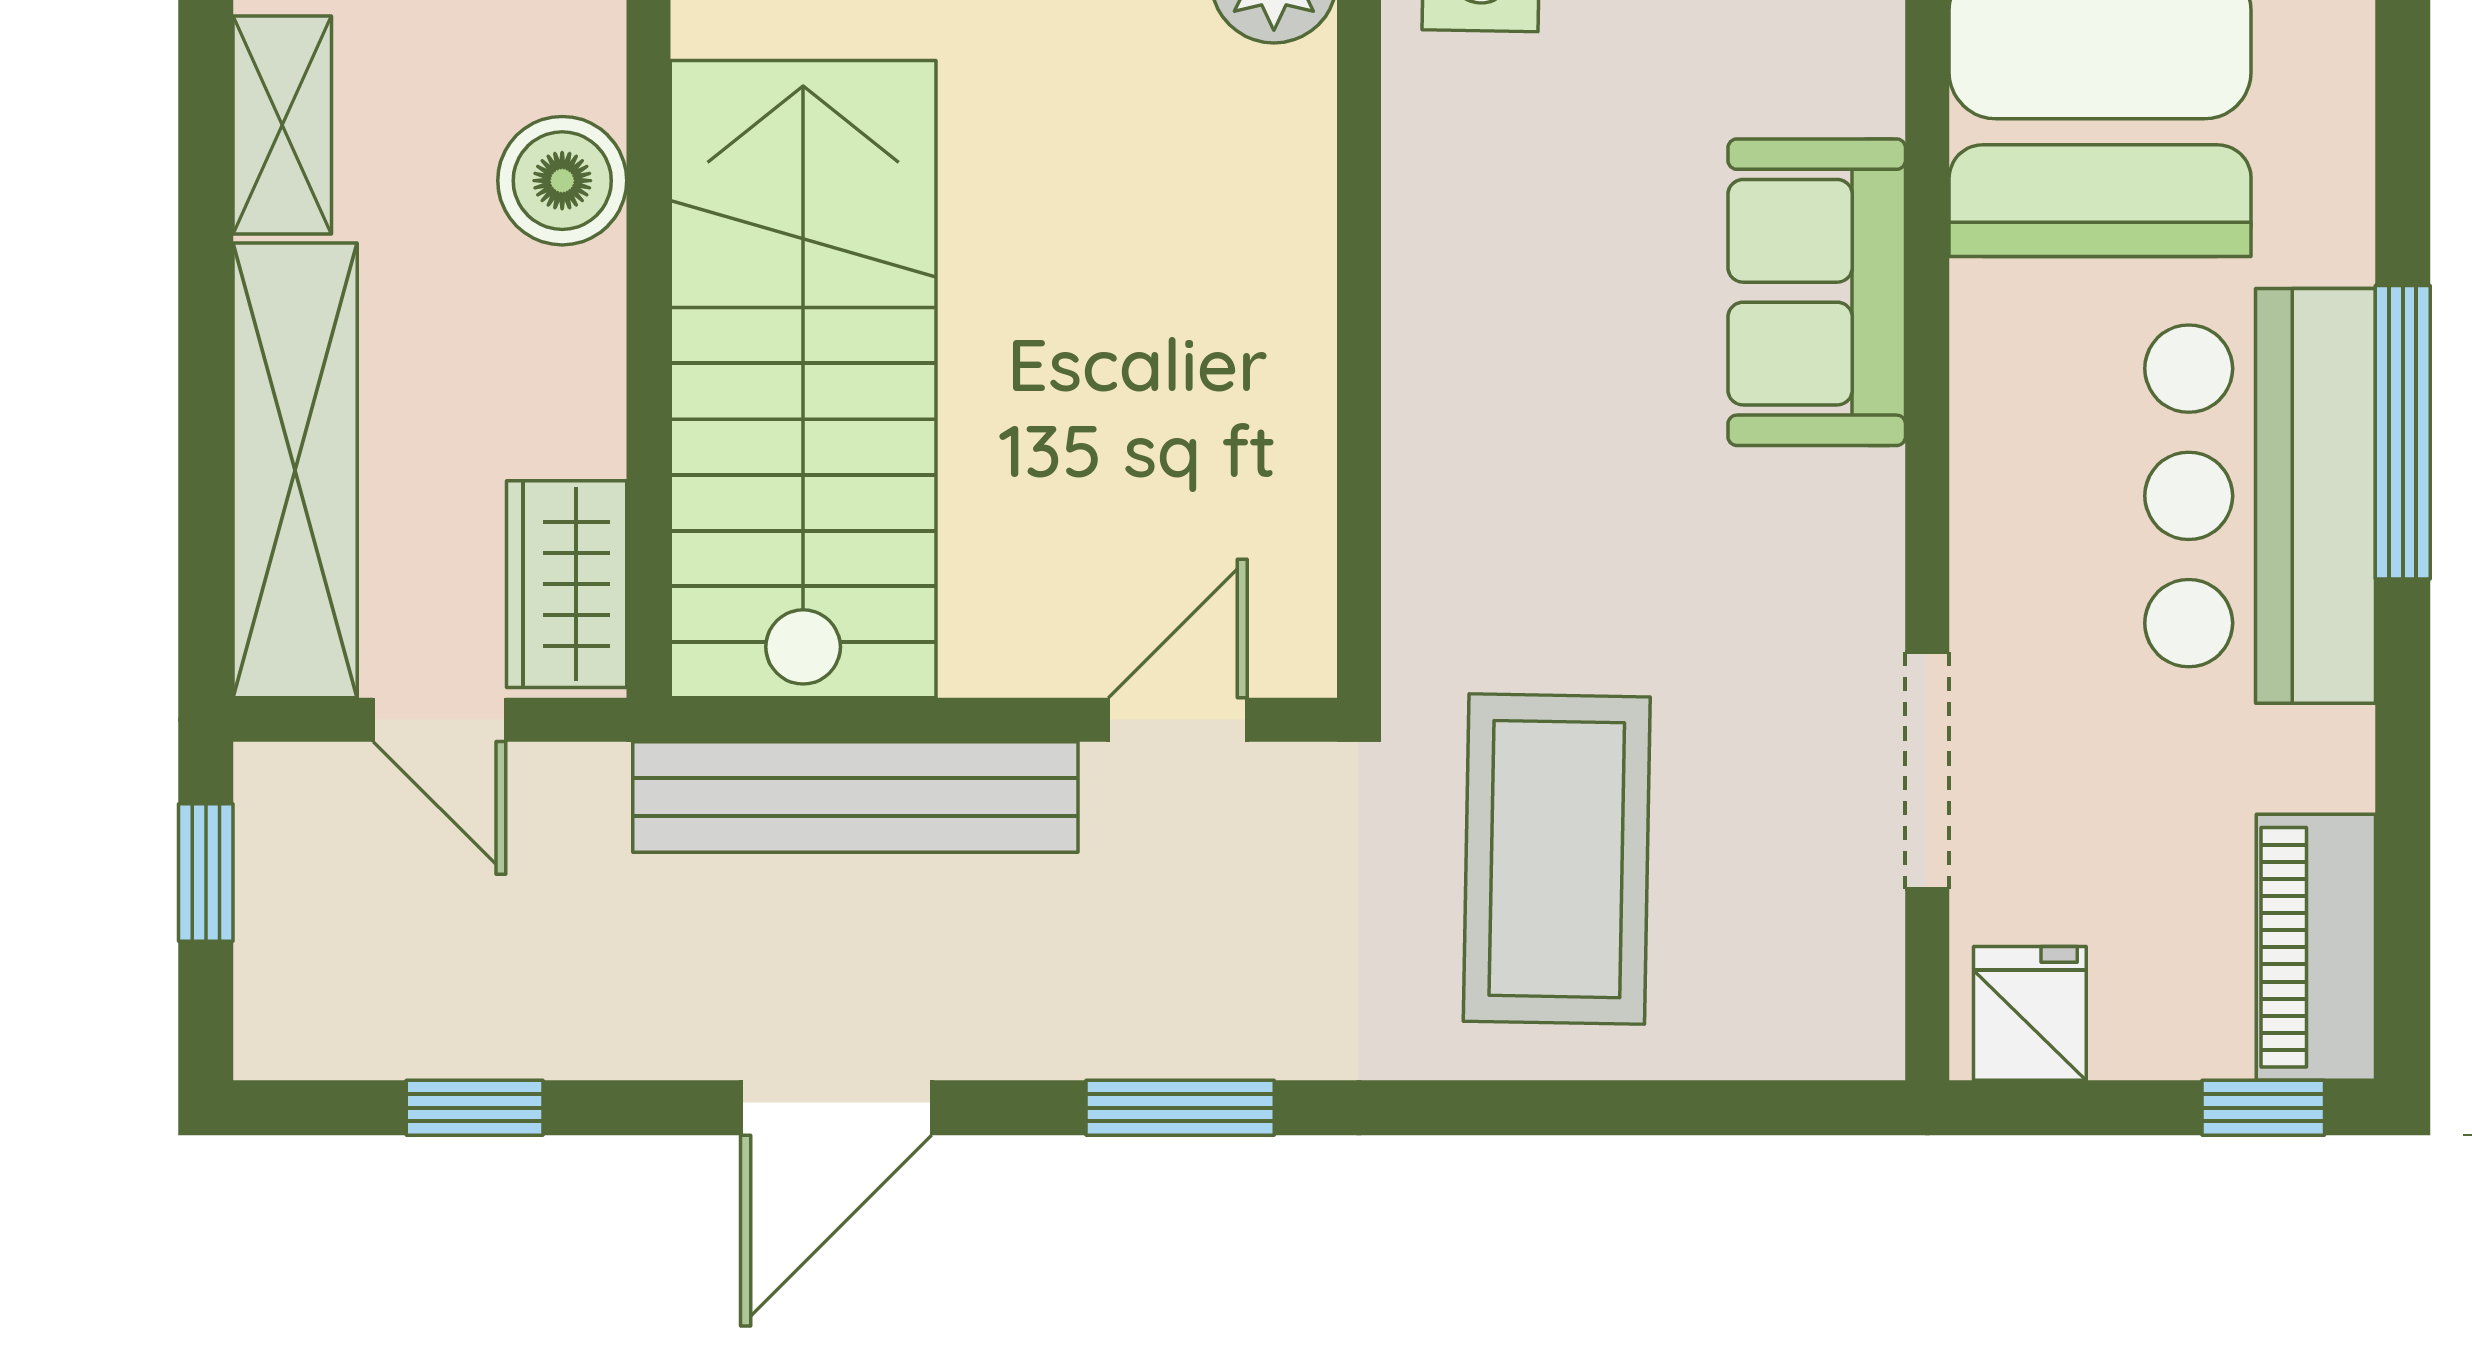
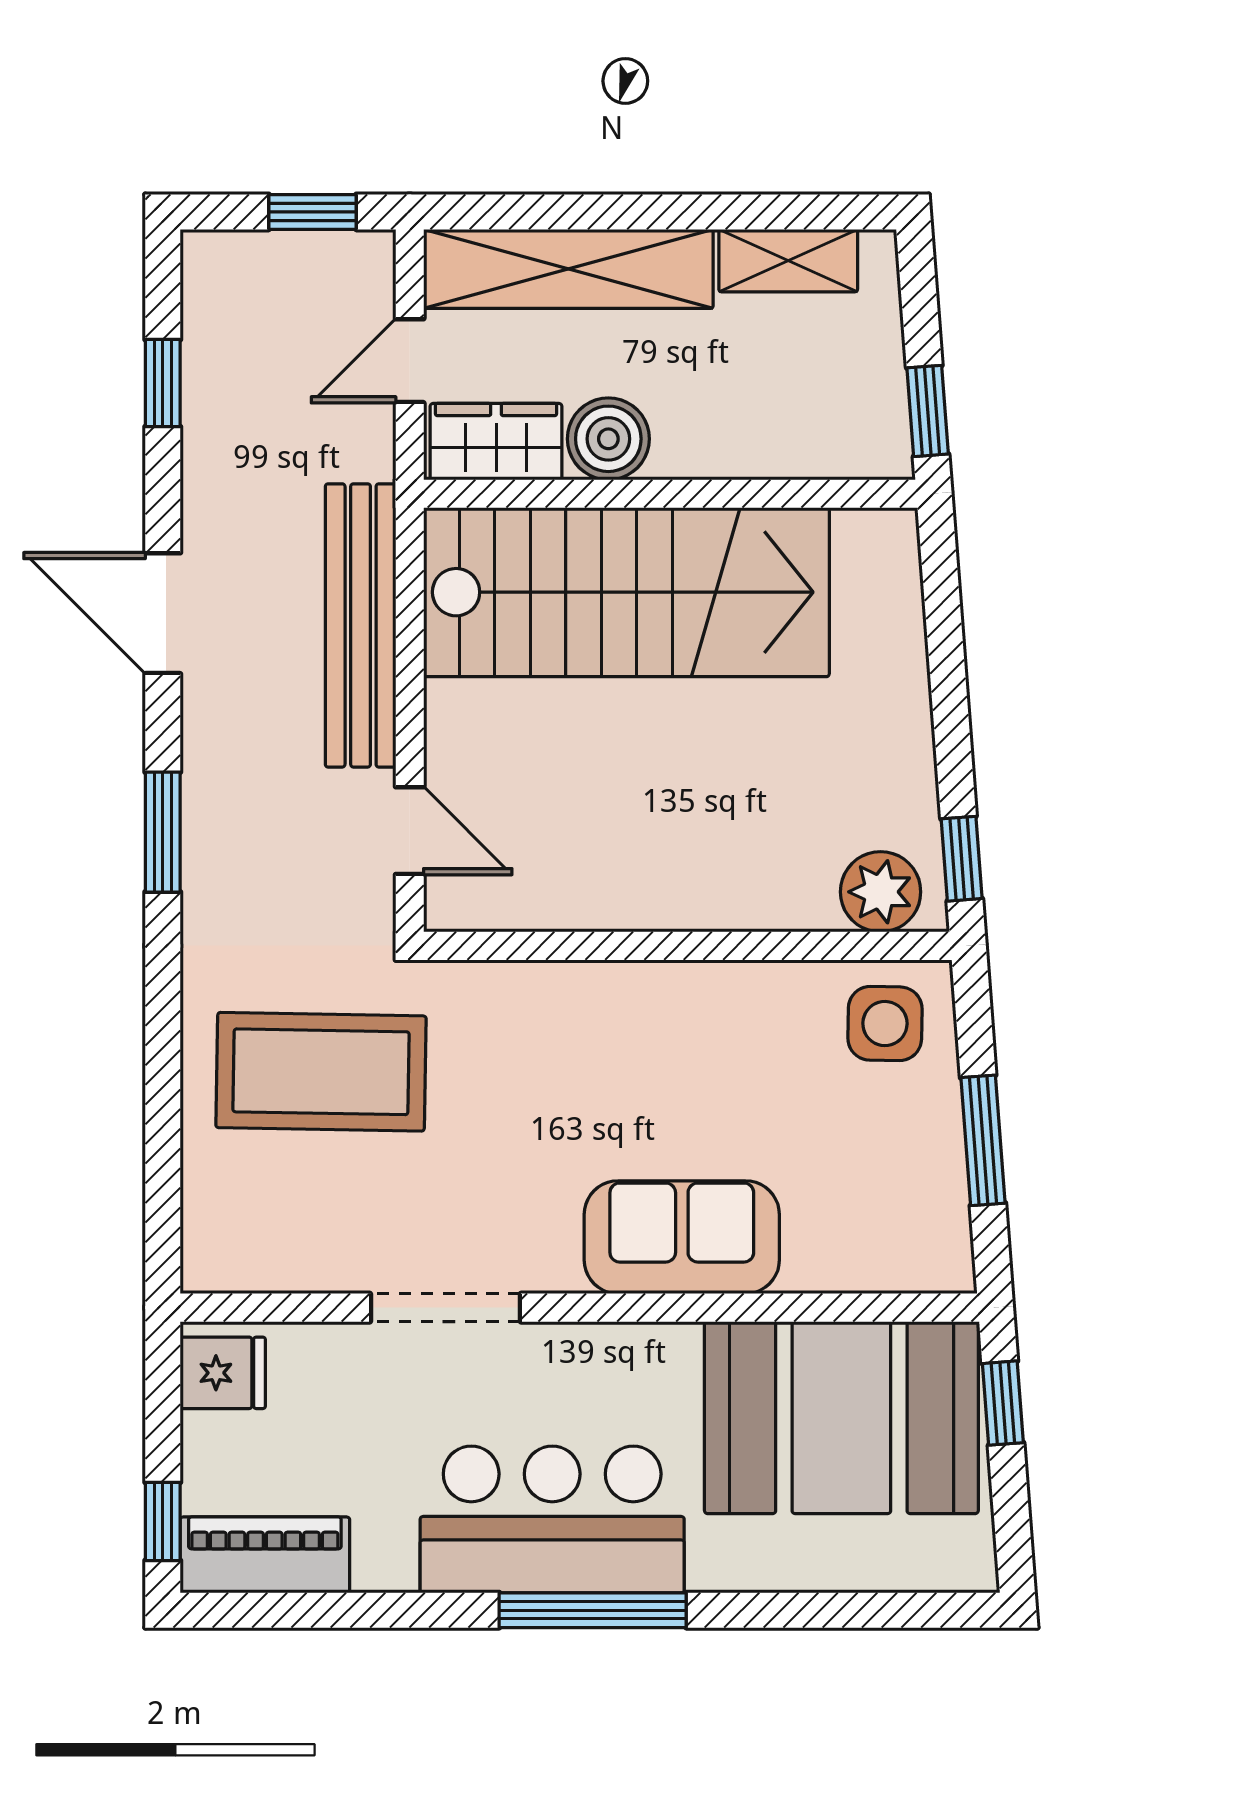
boiler: (562, 181) -> (608, 439), moved
doorway: (1927, 770) -> (445, 1308), moved

